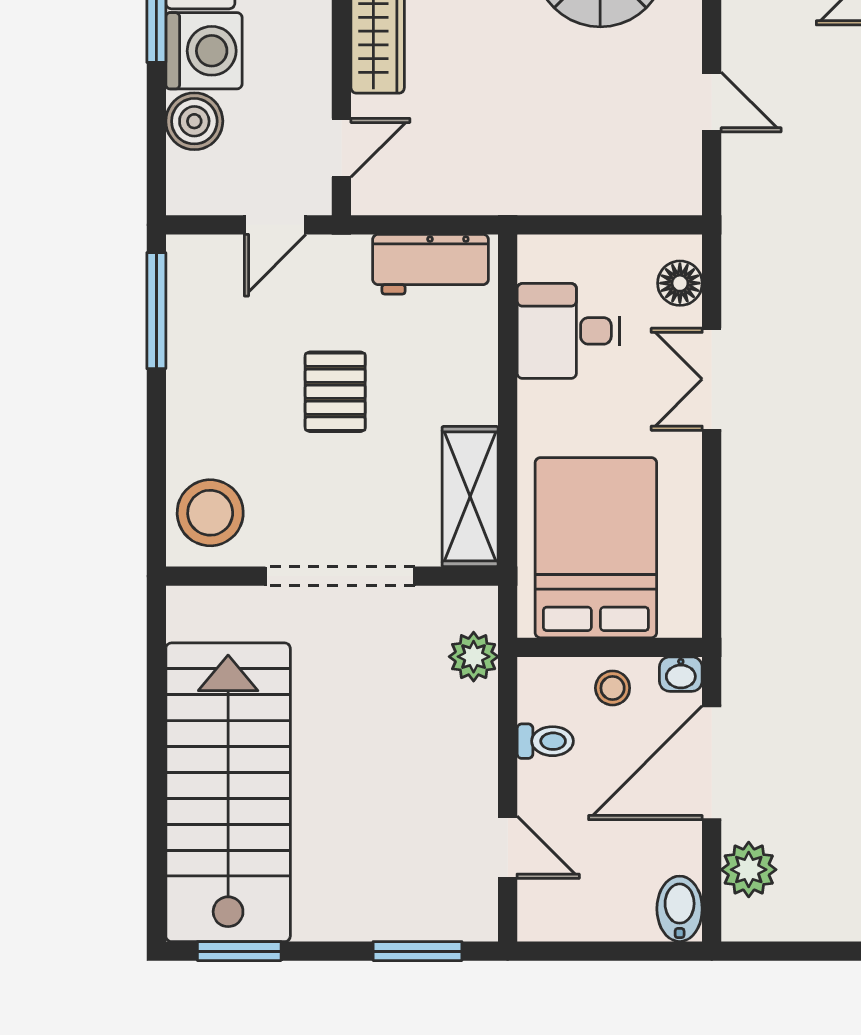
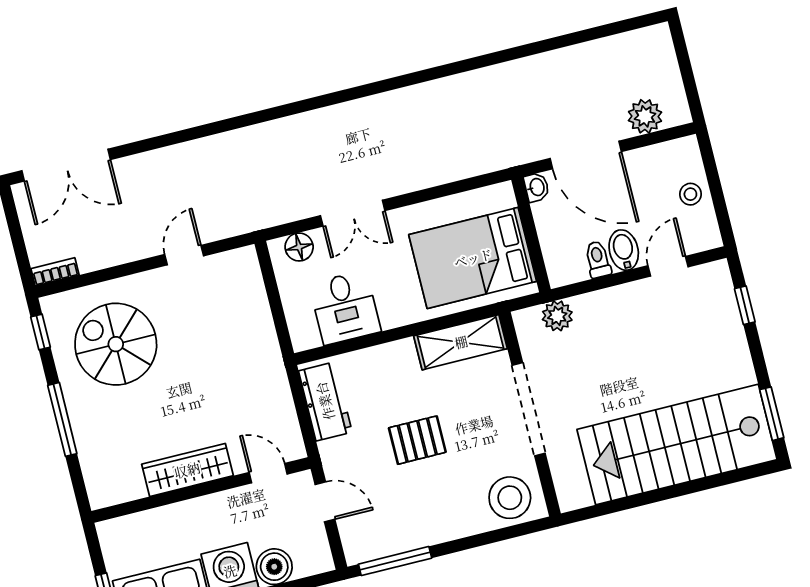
stool: (613, 688) -> (690, 194), moved
bidet: (680, 909) -> (624, 250), moved, turned 90
window: (418, 951) -> (745, 305), width x0.67

